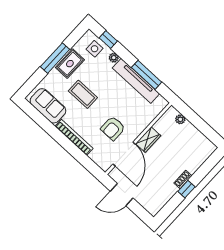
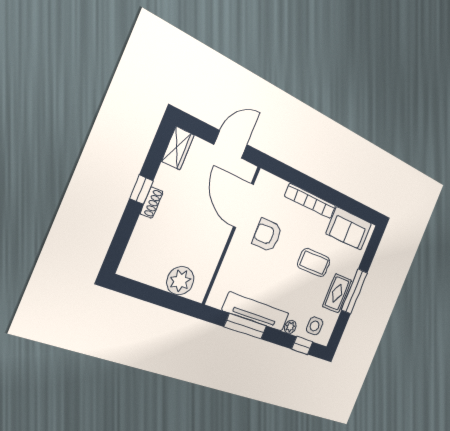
plant: (180, 119) -> (180, 281), width x1.88, depth x1.88
armchair: (113, 128) -> (267, 235), turned -90
wardrobe: (148, 140) -> (178, 148), moved, turned 180

